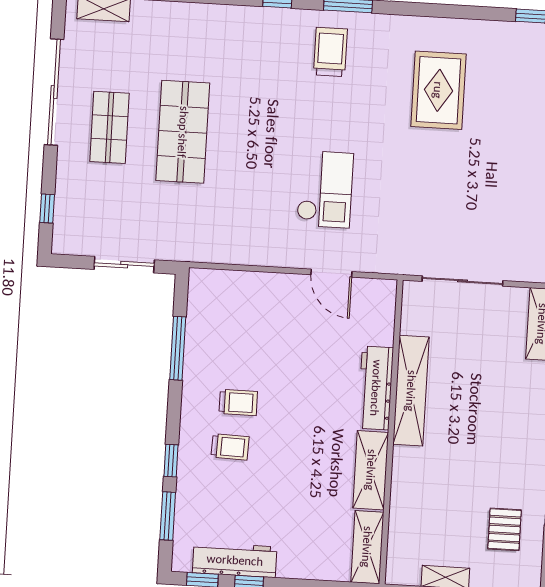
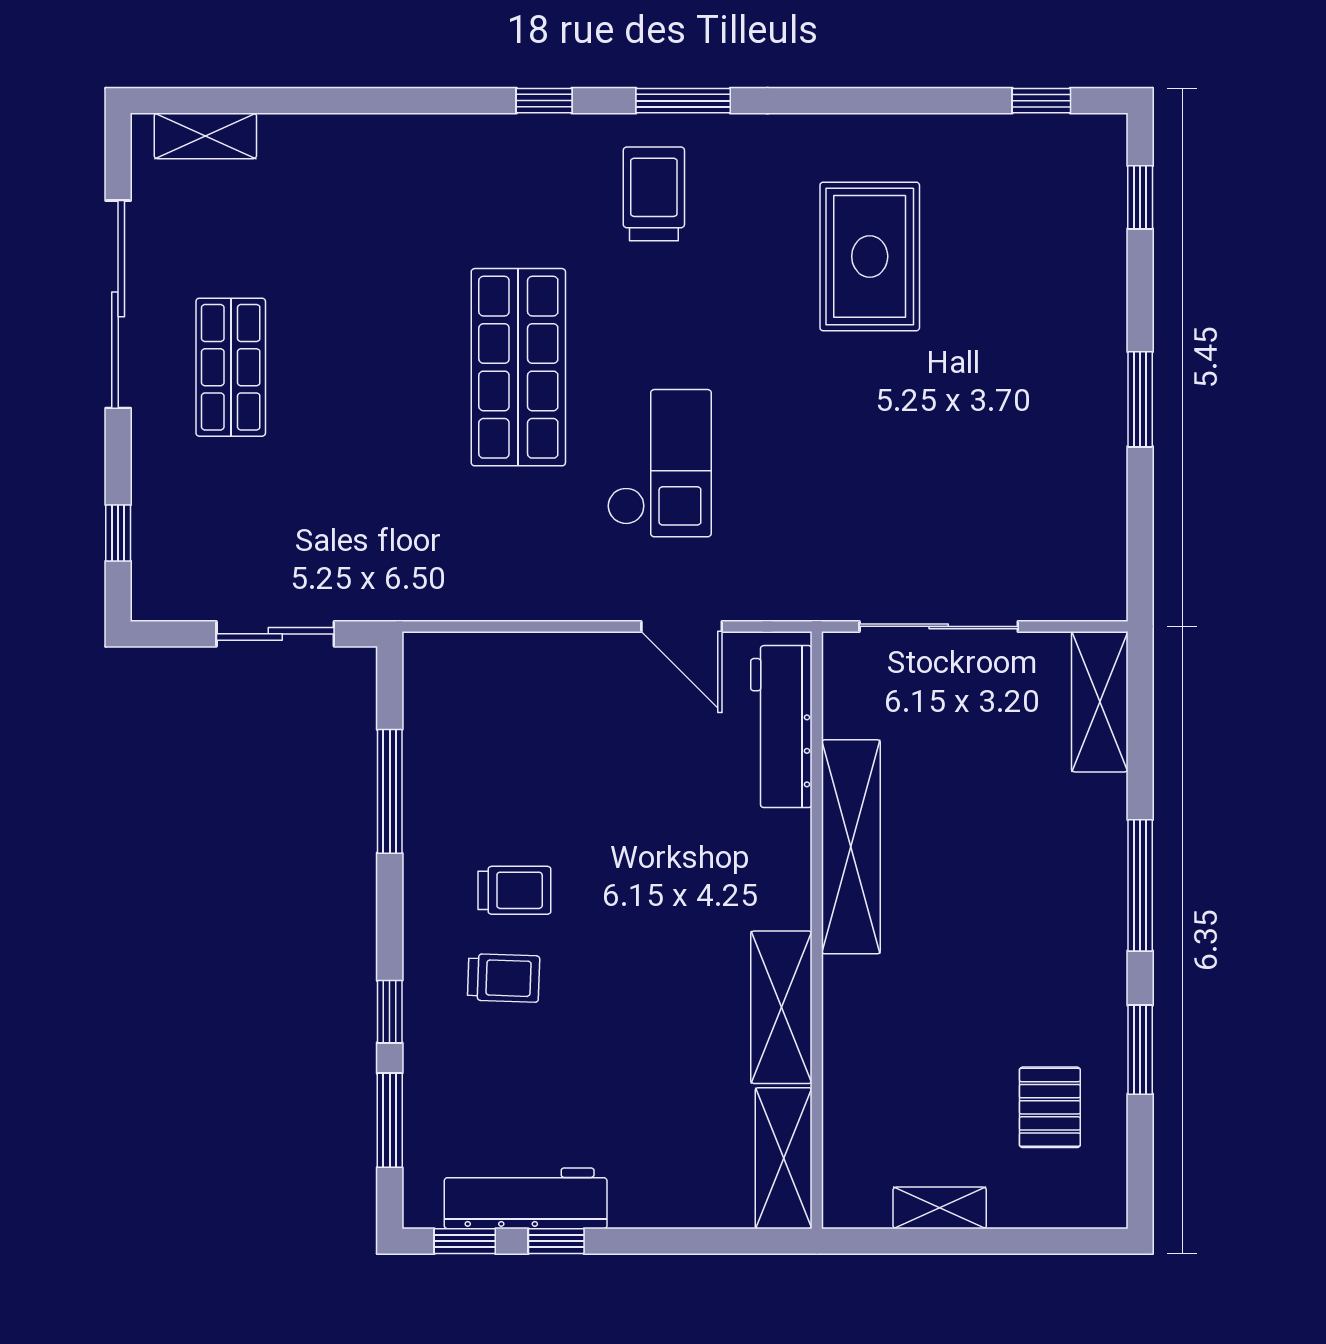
shop shelf: (183, 132) -> (518, 367), moved
workbench: (376, 388) -> (781, 727), moved

